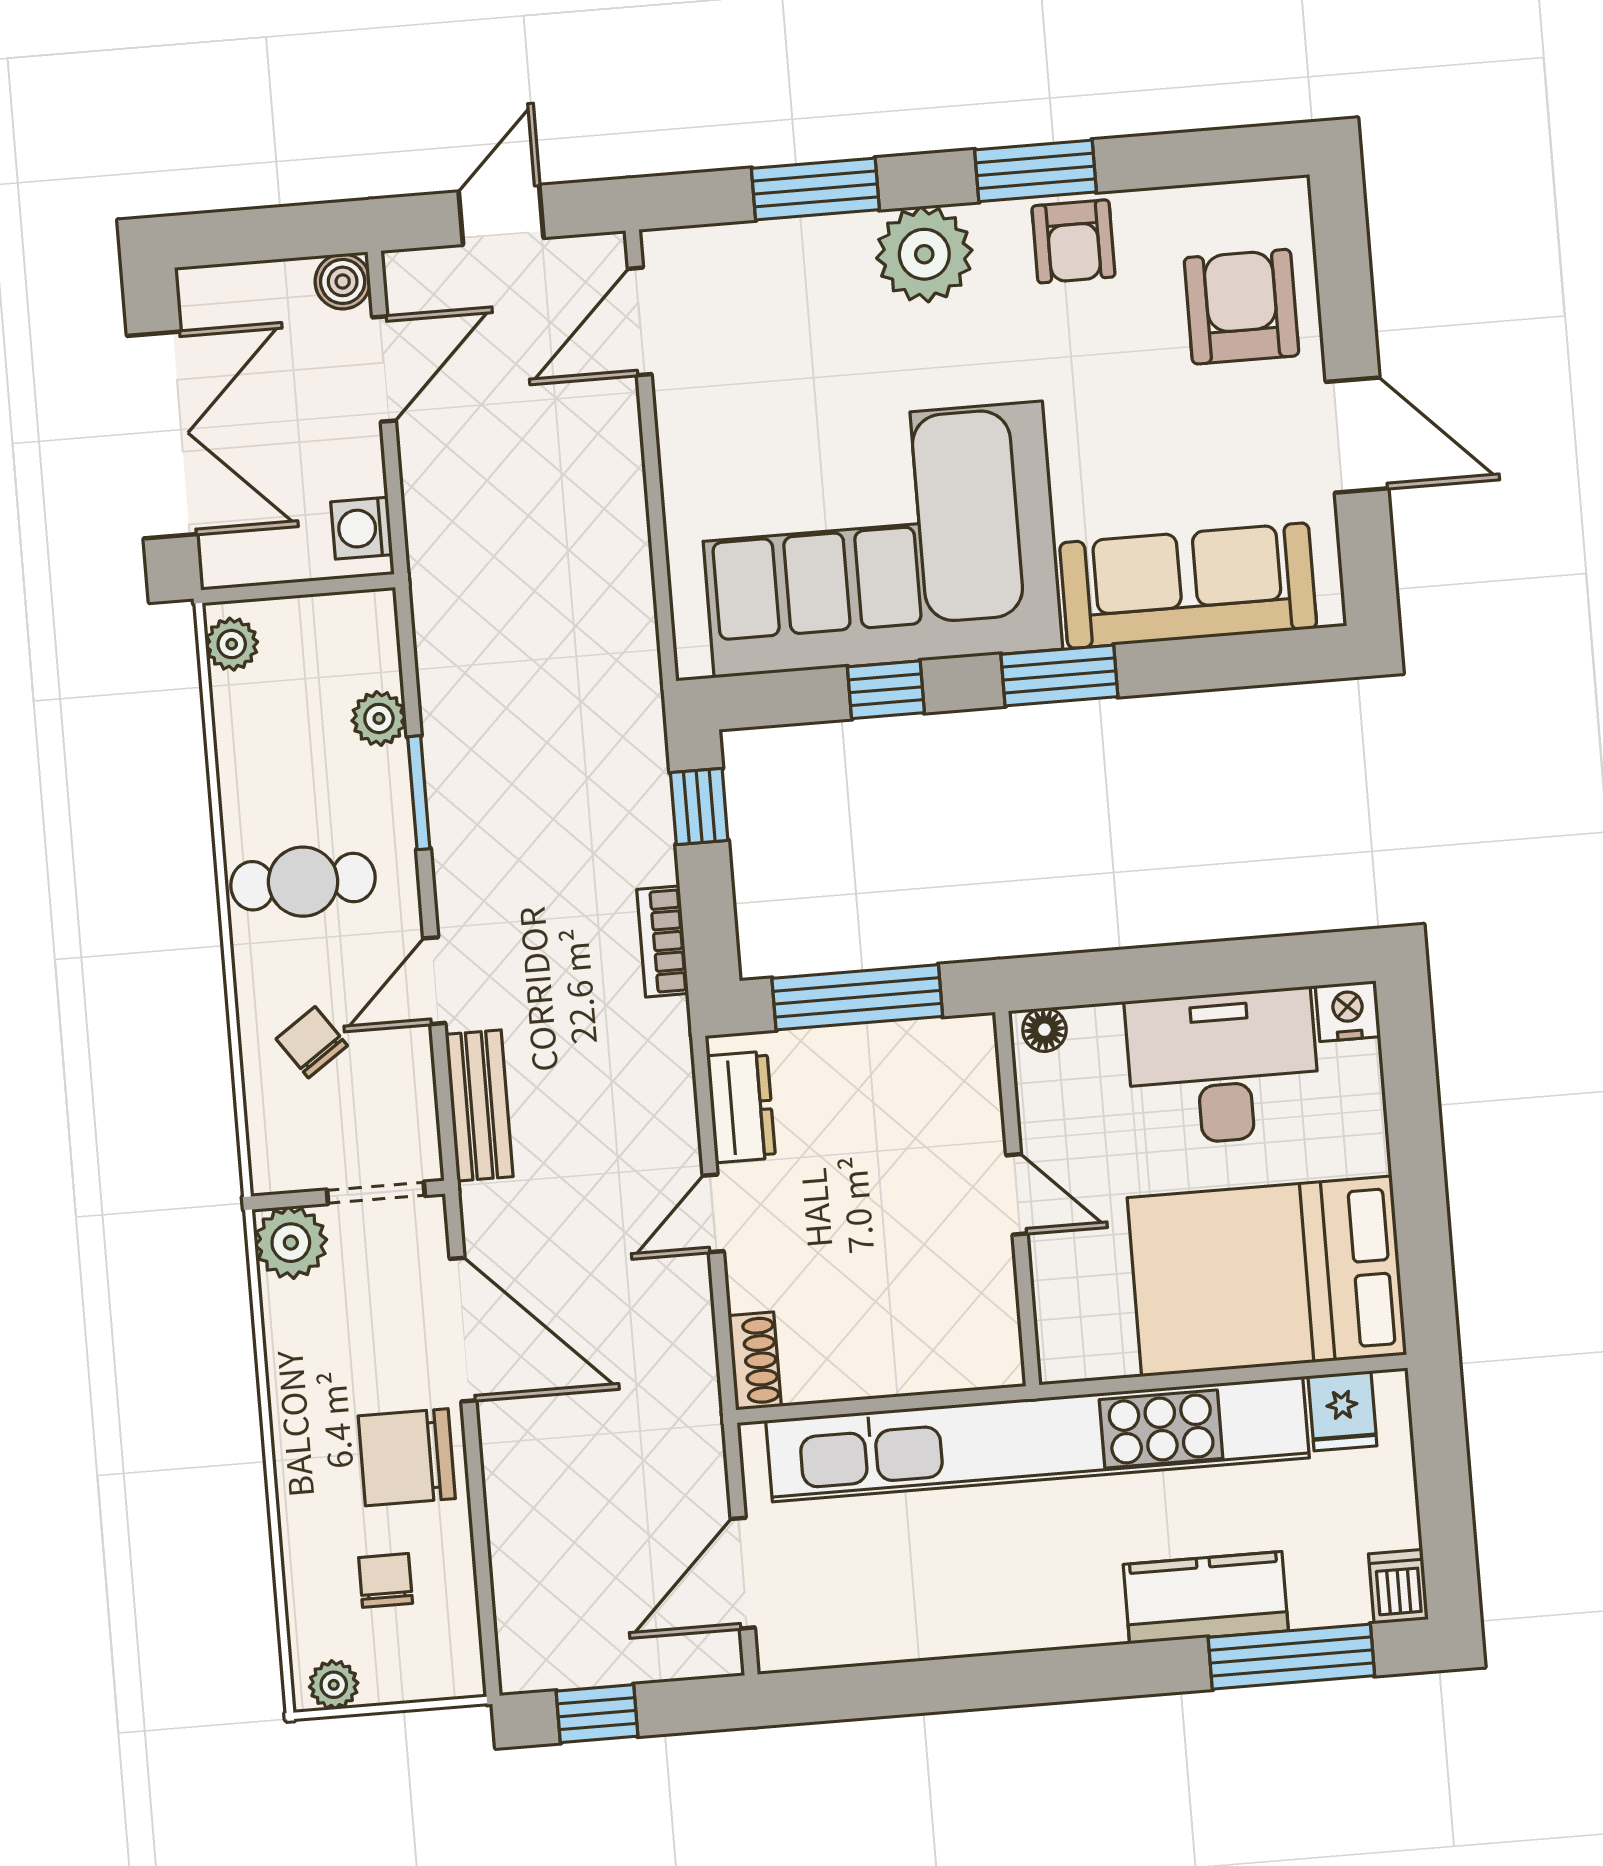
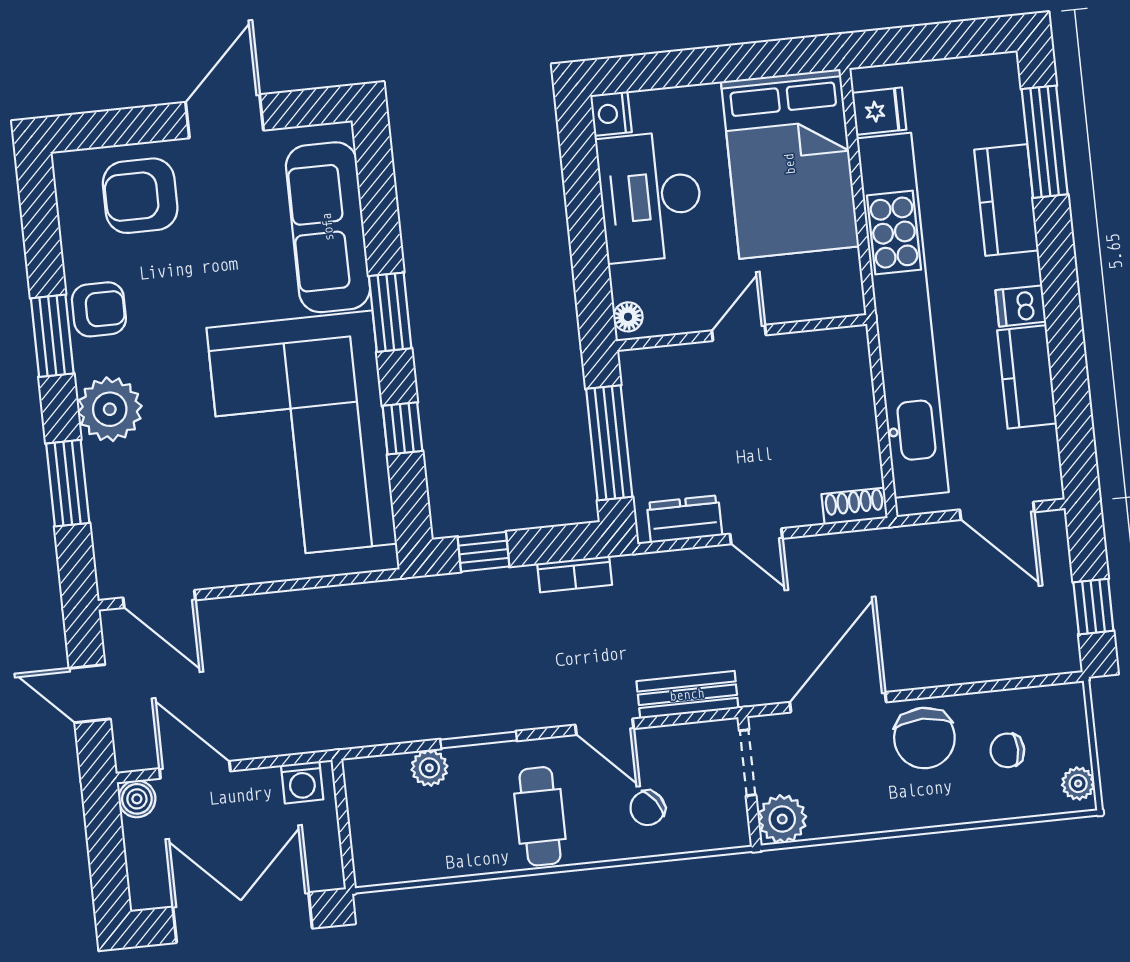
plant: (232, 644) -> (382, 868), removed
dishwasher: (1398, 1587) -> (1021, 306), moved
kitchen counter: (941, 1622) -> (1027, 377), added

